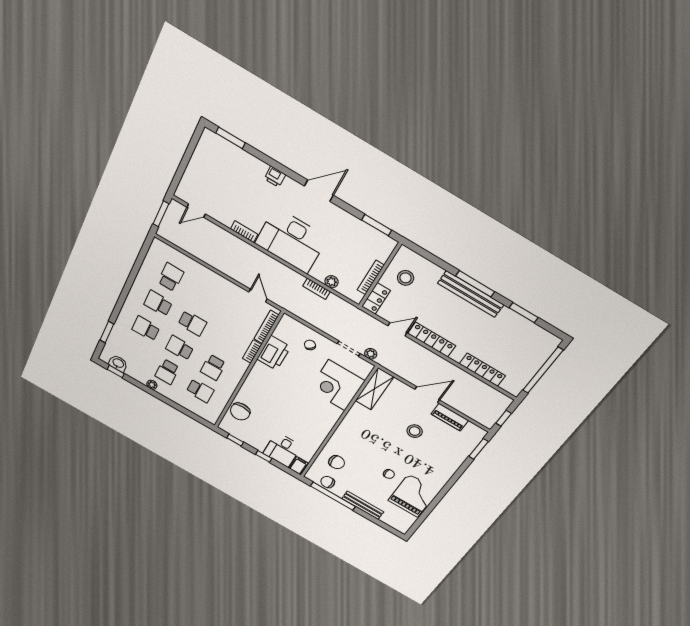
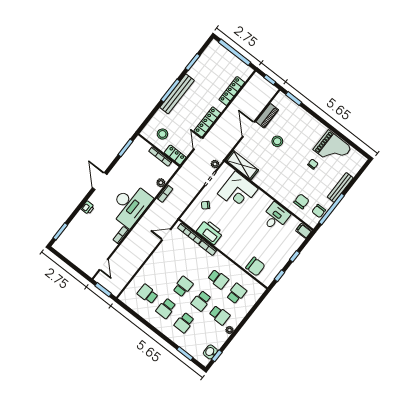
desk: (282, 450) -> (275, 217), moved, turned -90
grand piano: (413, 496) -> (332, 149), turned 180

